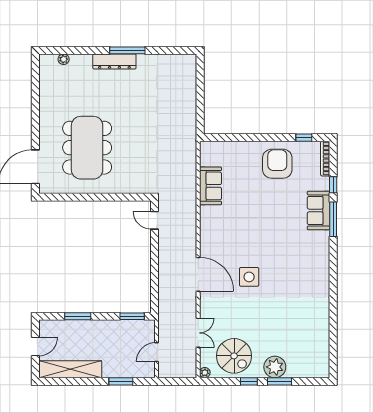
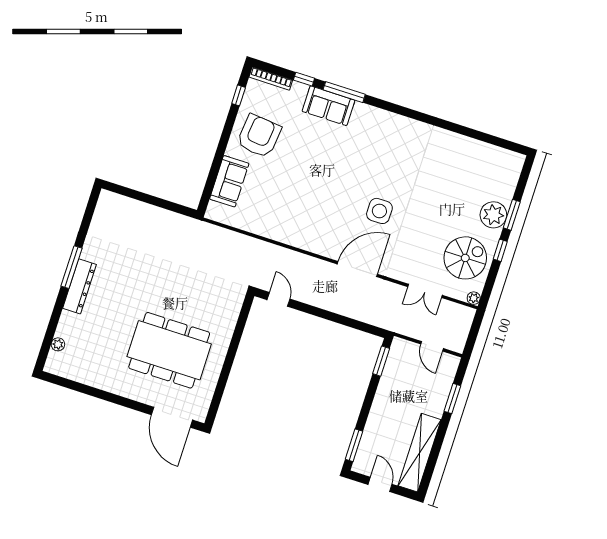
armchair: (277, 164) -> (259, 136), turned 96
sofa: (210, 186) -> (229, 181), moved, turned 90
door: (154, 220) -> (278, 299), swing flipped
window: (78, 316) -> (354, 445), moved
double door: (198, 333) -> (425, 291), swing flipped

